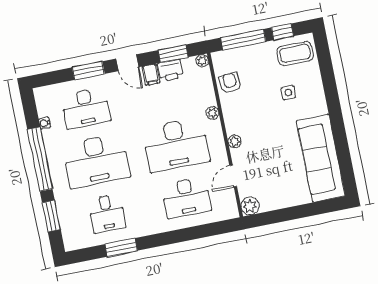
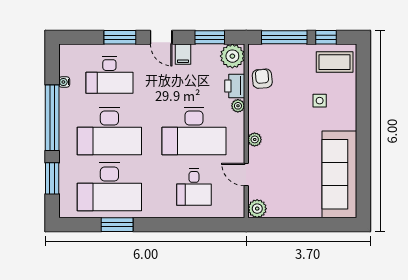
plant: (202, 61) -> (232, 56), width x1.88, depth x1.88
printer: (171, 70) -> (235, 86), moved, turned 90
door: (233, 176) -> (246, 174), hinge flipped
desk: (186, 197) -> (194, 187), width x0.73
desk: (107, 213) -> (109, 187), width x1.87, depth x1.30

